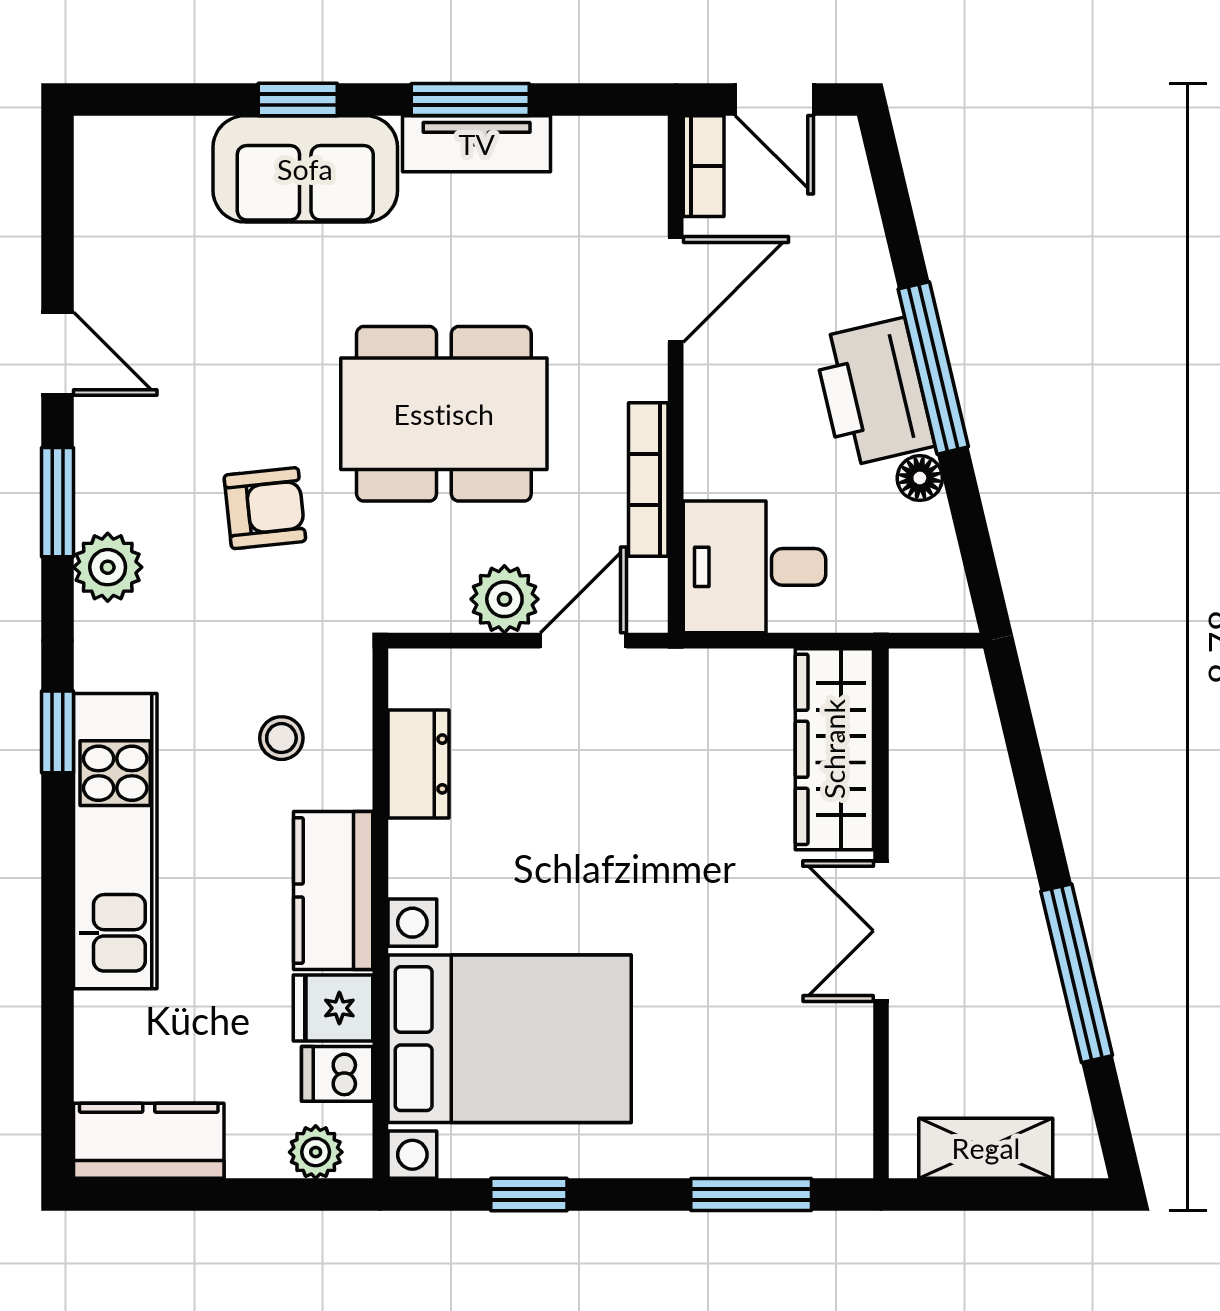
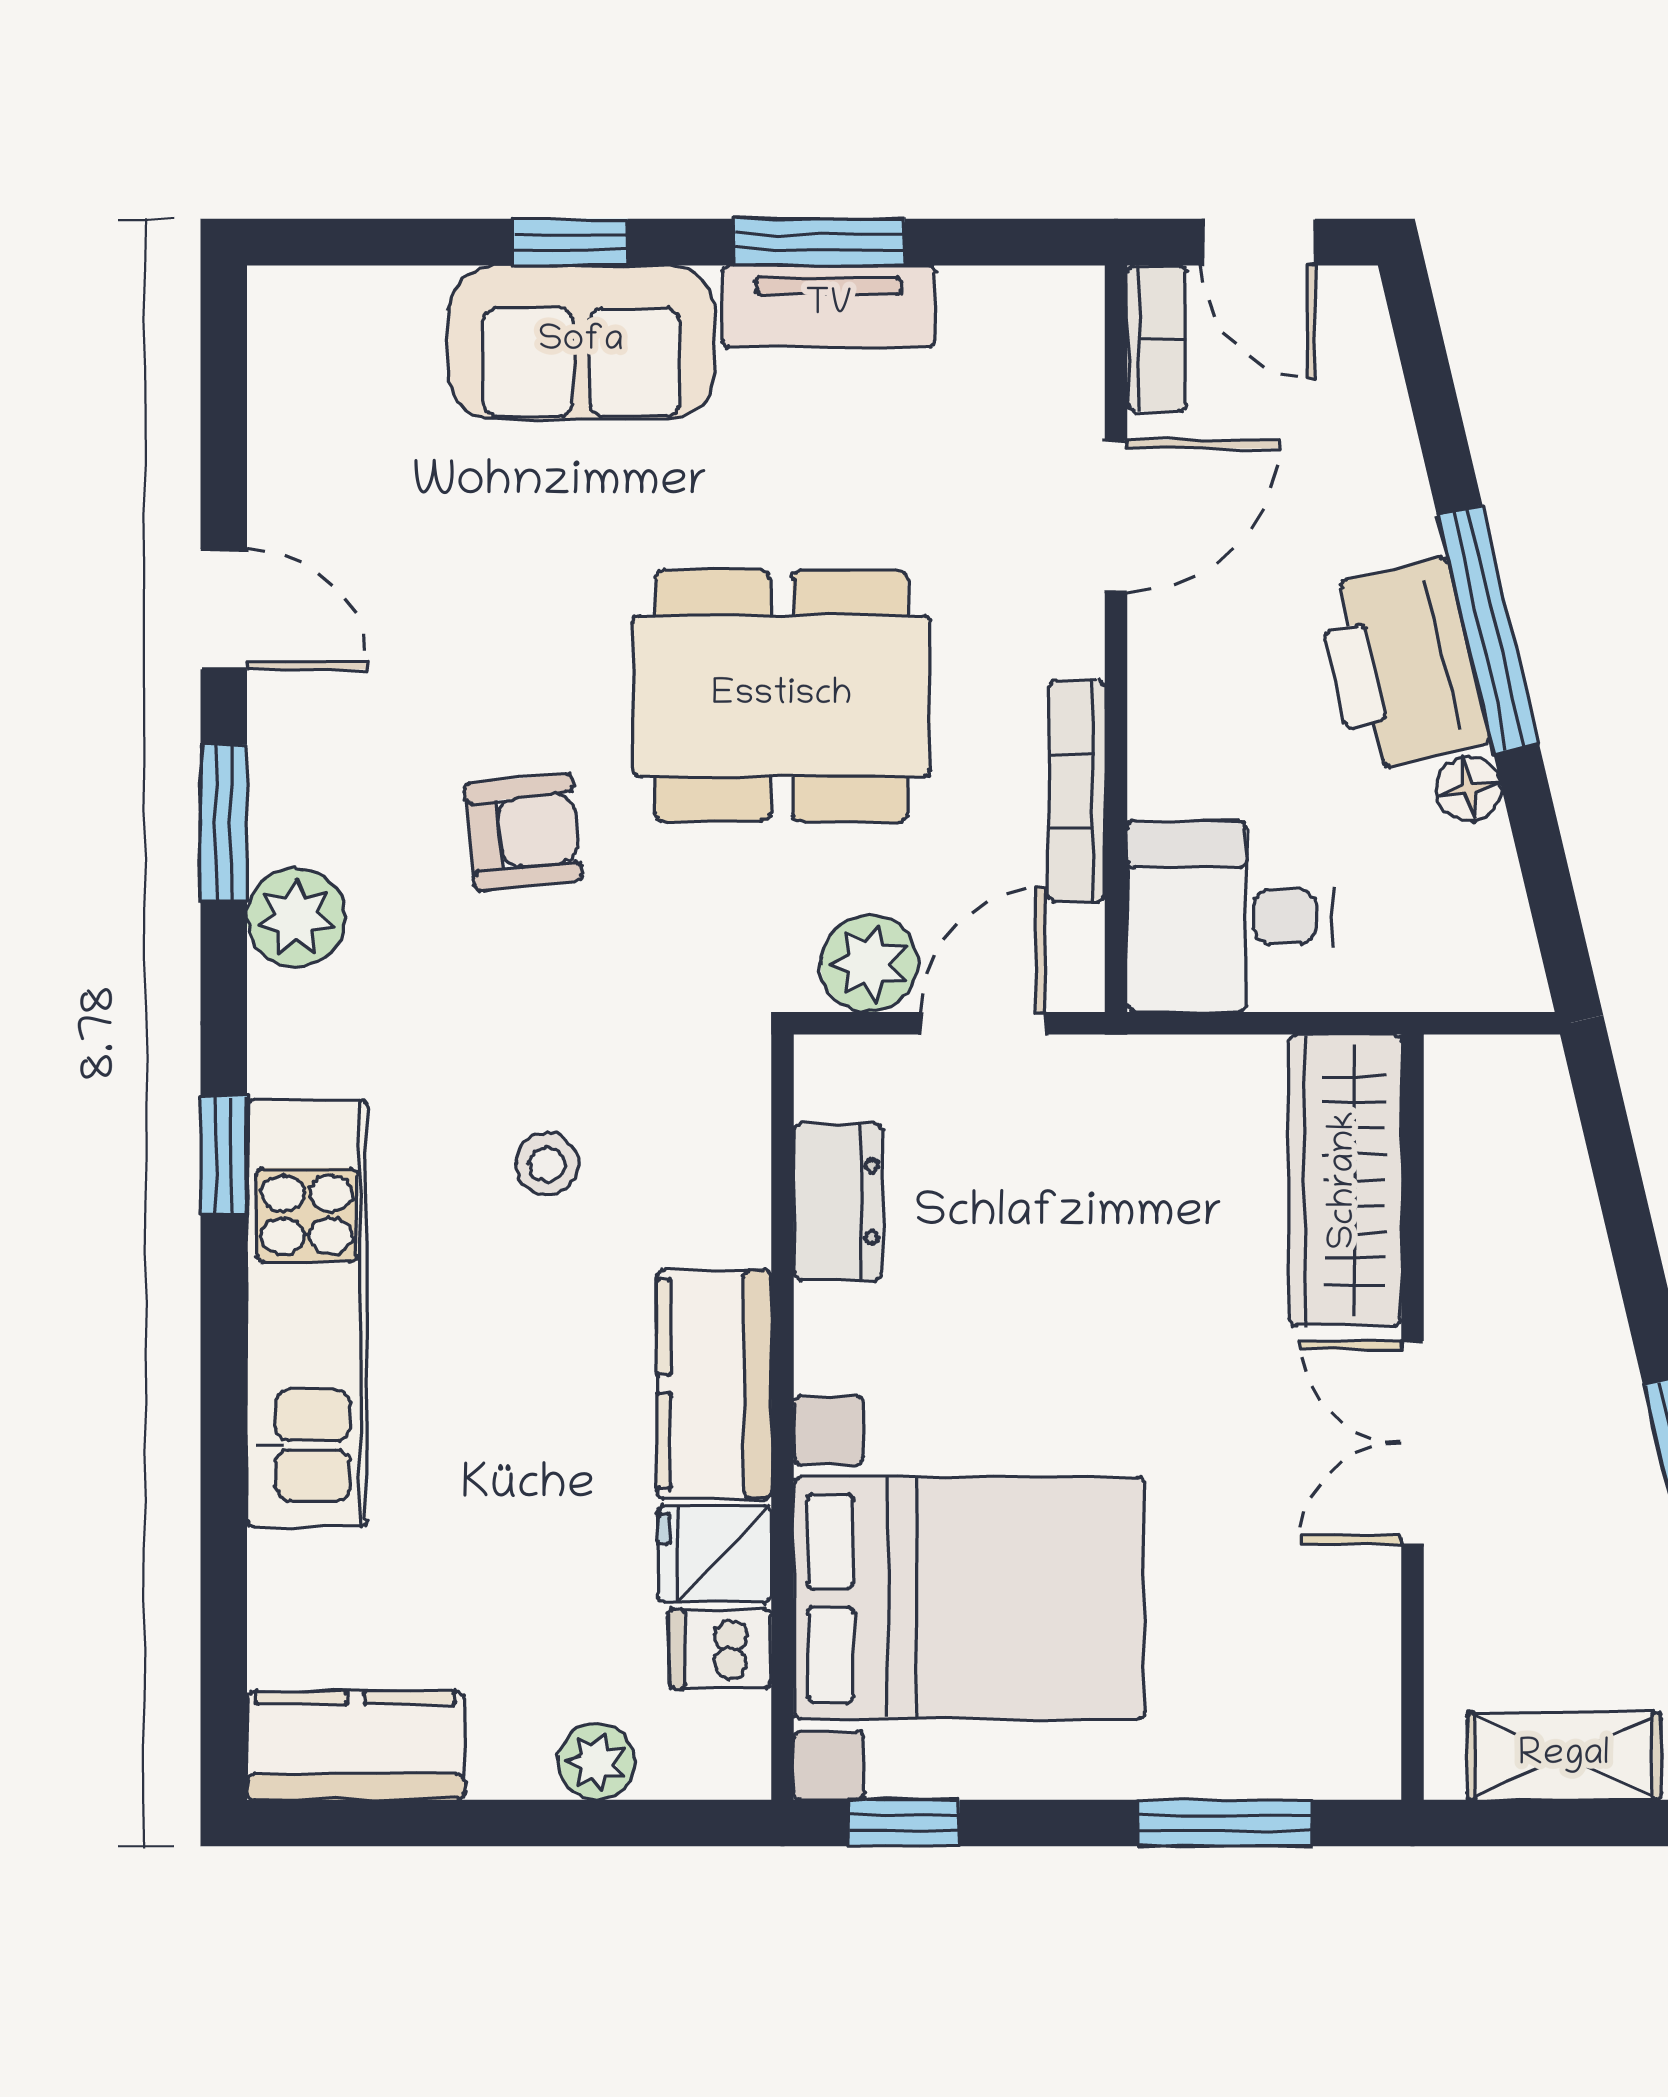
dresser: (419, 764) -> (838, 1201), moved
kitchen counter: (333, 891) -> (714, 1384), moved
wall: (380, 913) -> (782, 1417), moved
fridge: (333, 1008) -> (714, 1554), moved
bed with nightstands: (510, 1039) -> (969, 1598), moved
dishwasher: (337, 1074) -> (720, 1649), moved

